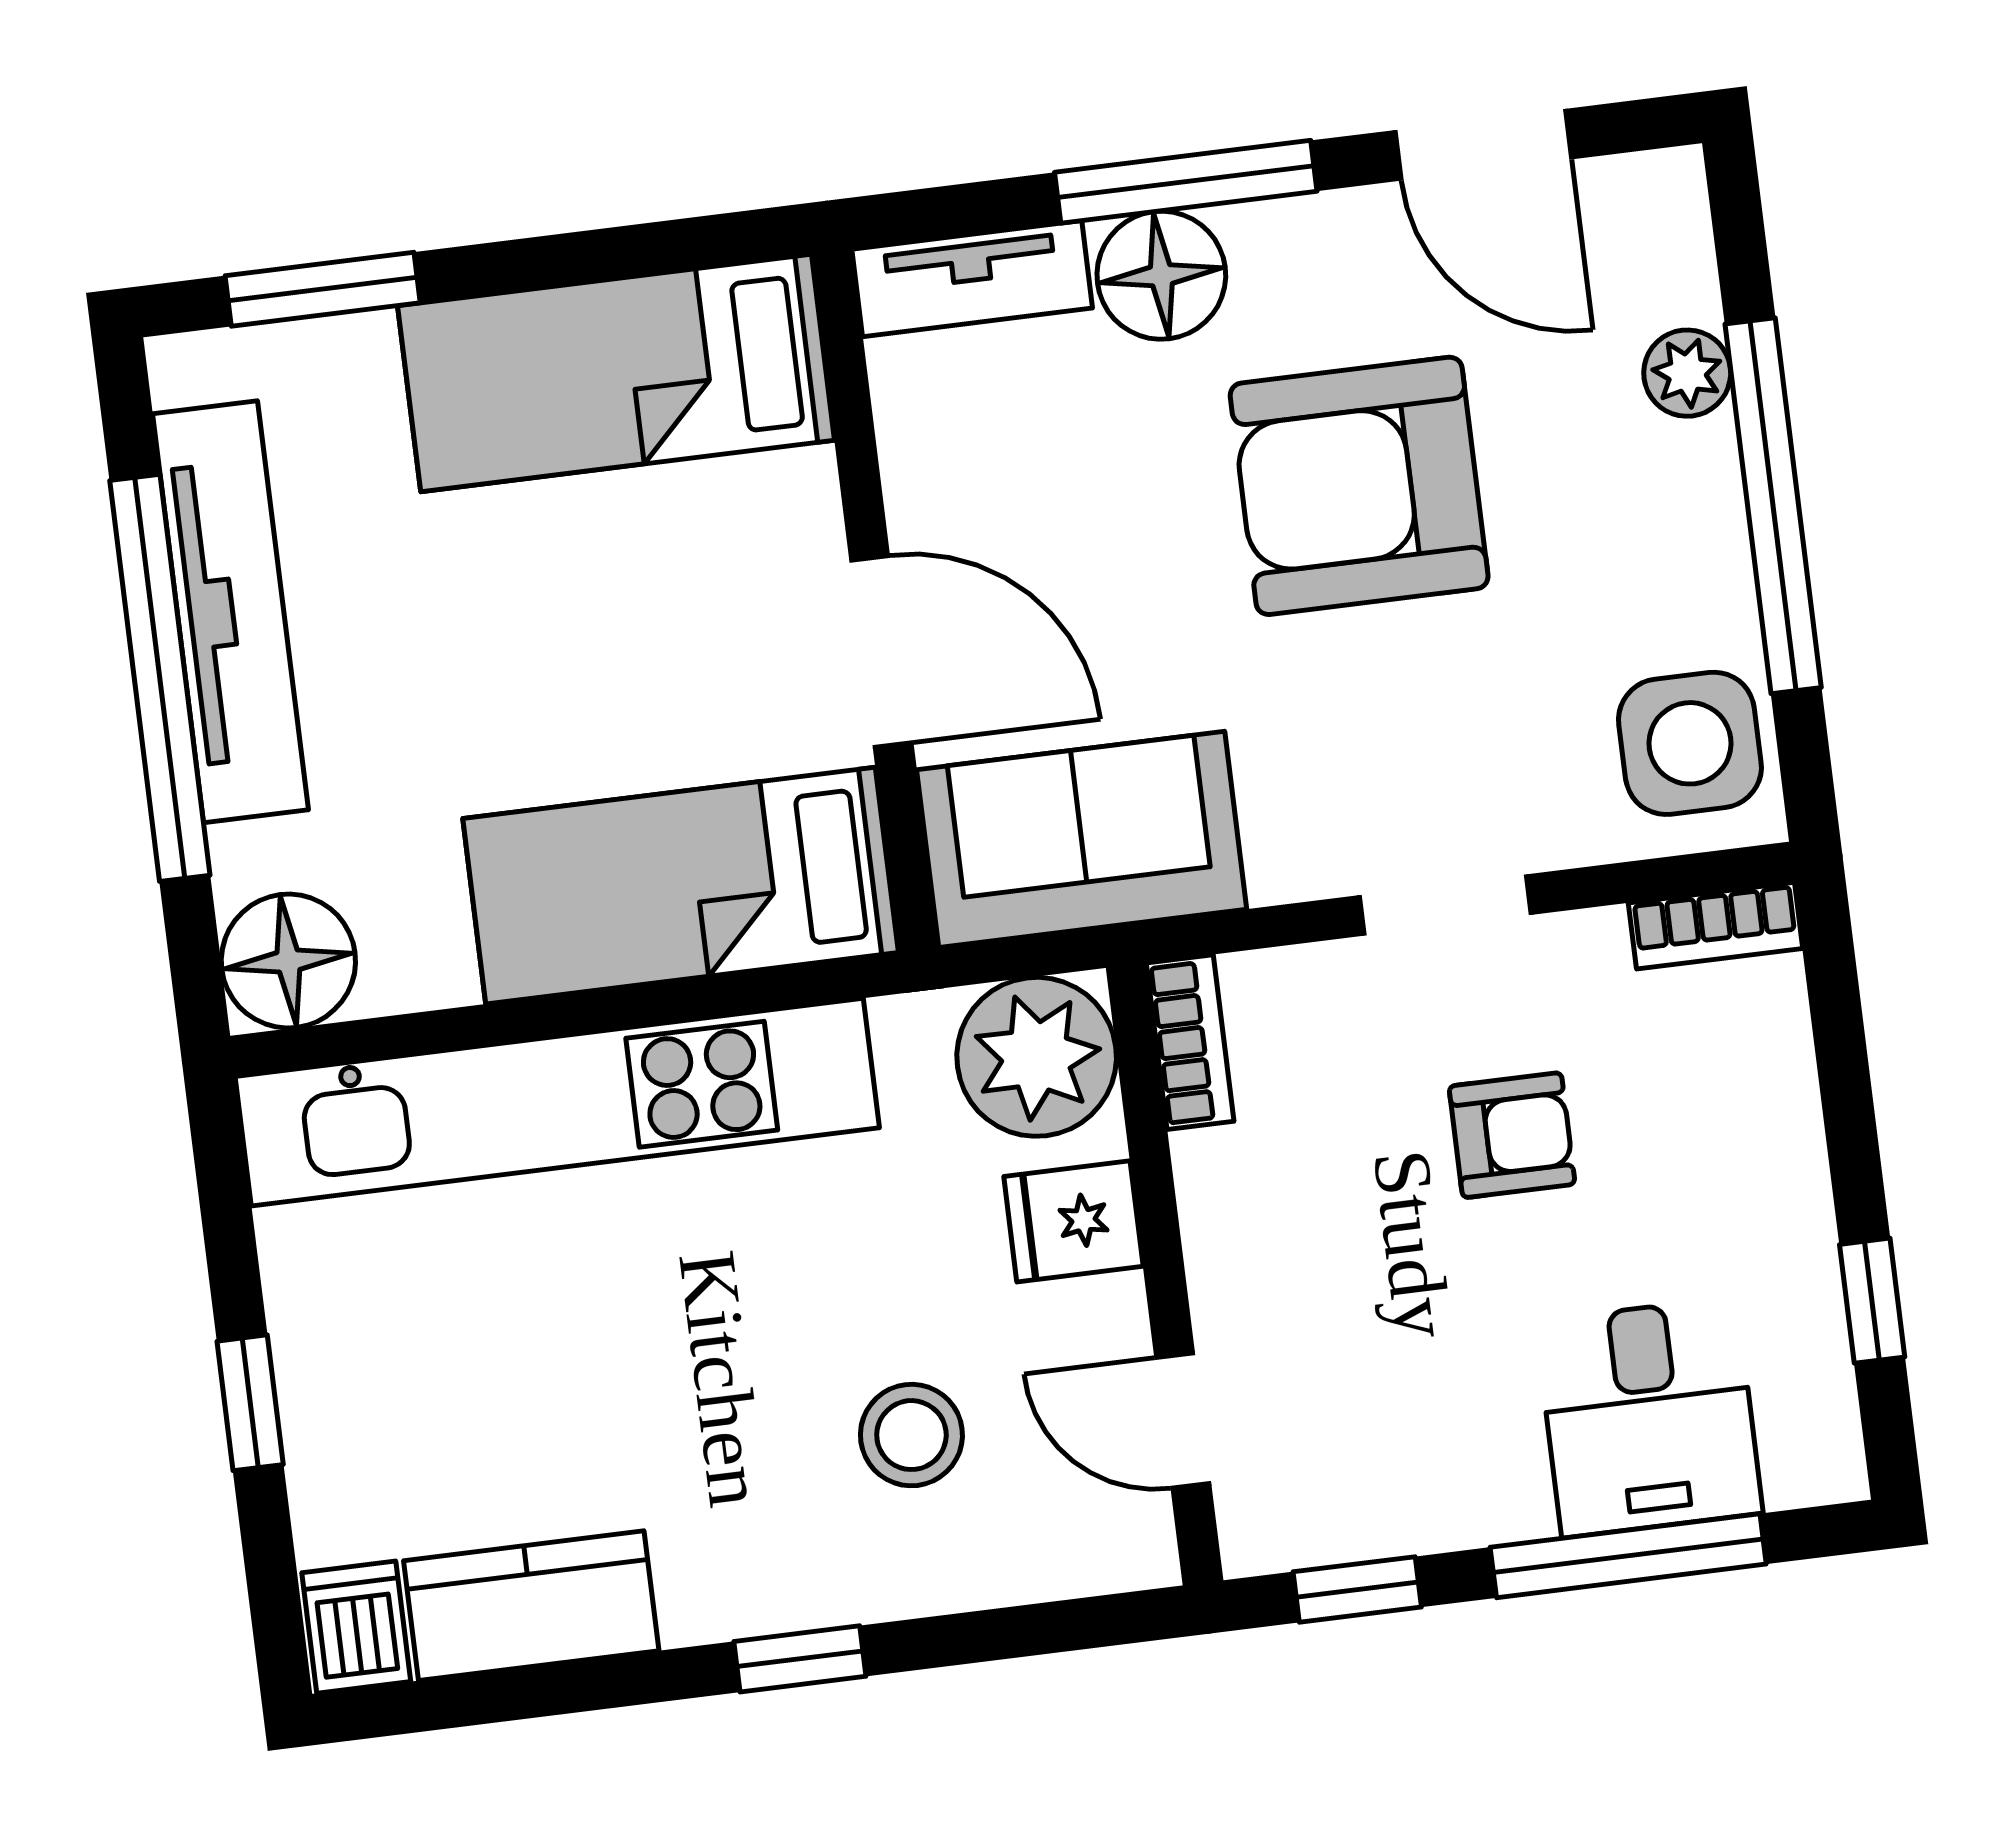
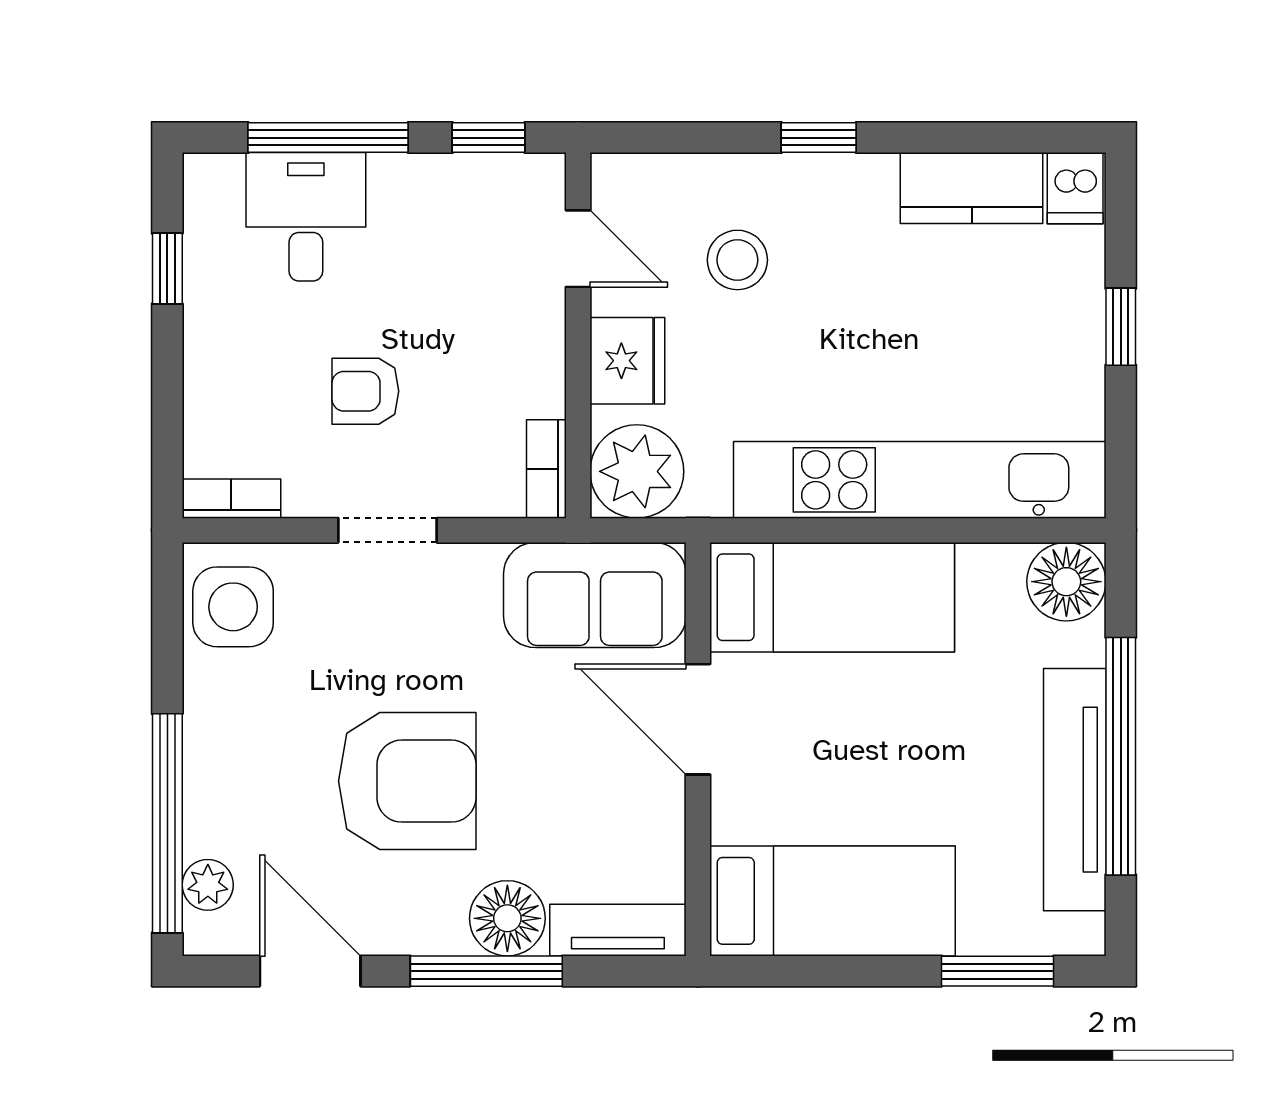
plant: (1687, 373) -> (208, 885), moved
window: (1773, 506) -> (167, 823), moved
fridge: (1073, 1221) -> (627, 361), width x1.38

